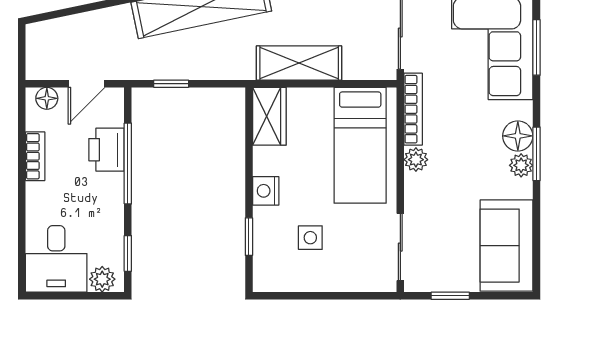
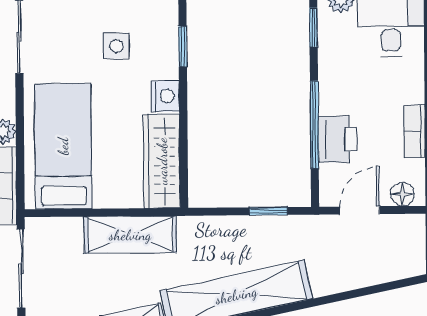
wardrobe: (269, 116) -> (162, 161), width x1.50

